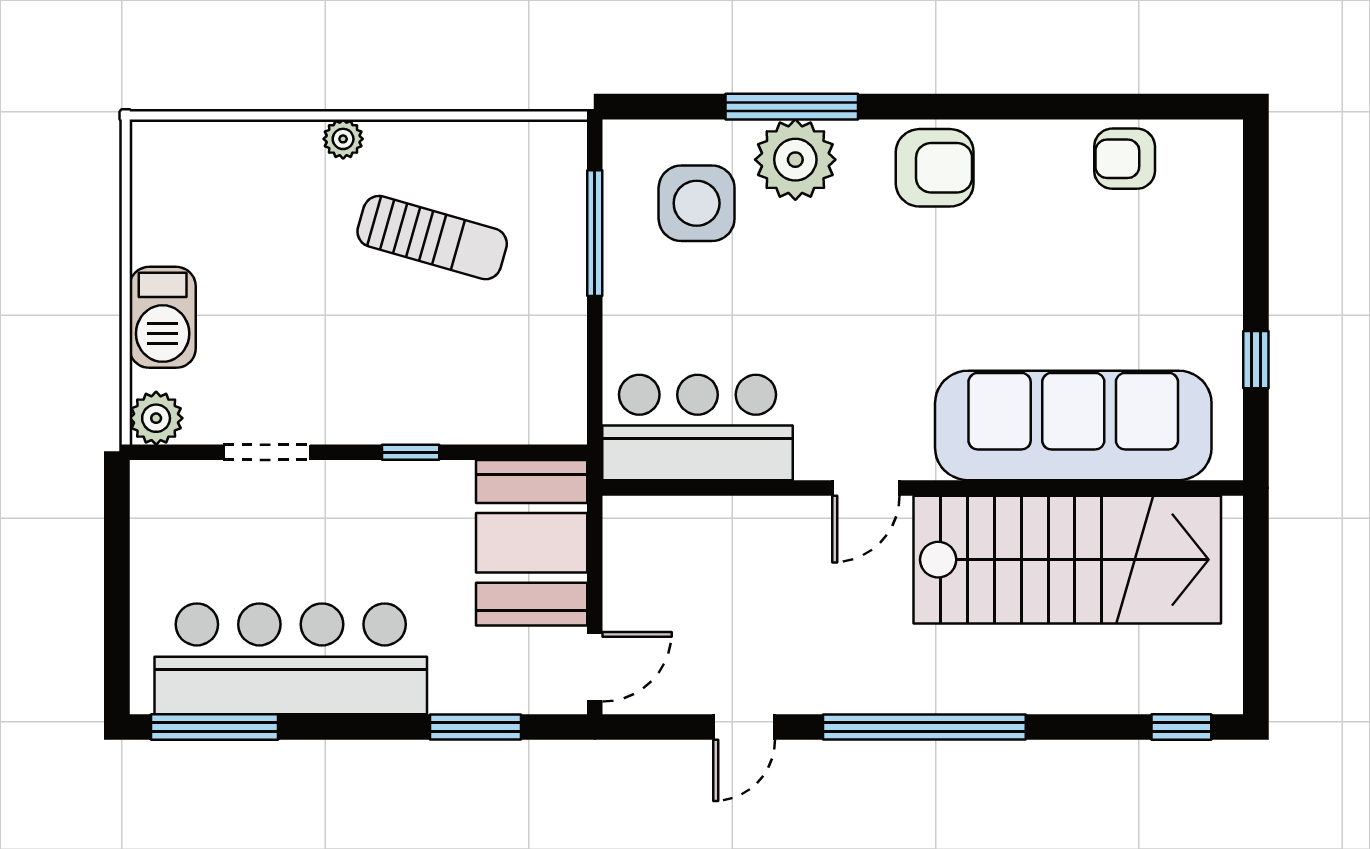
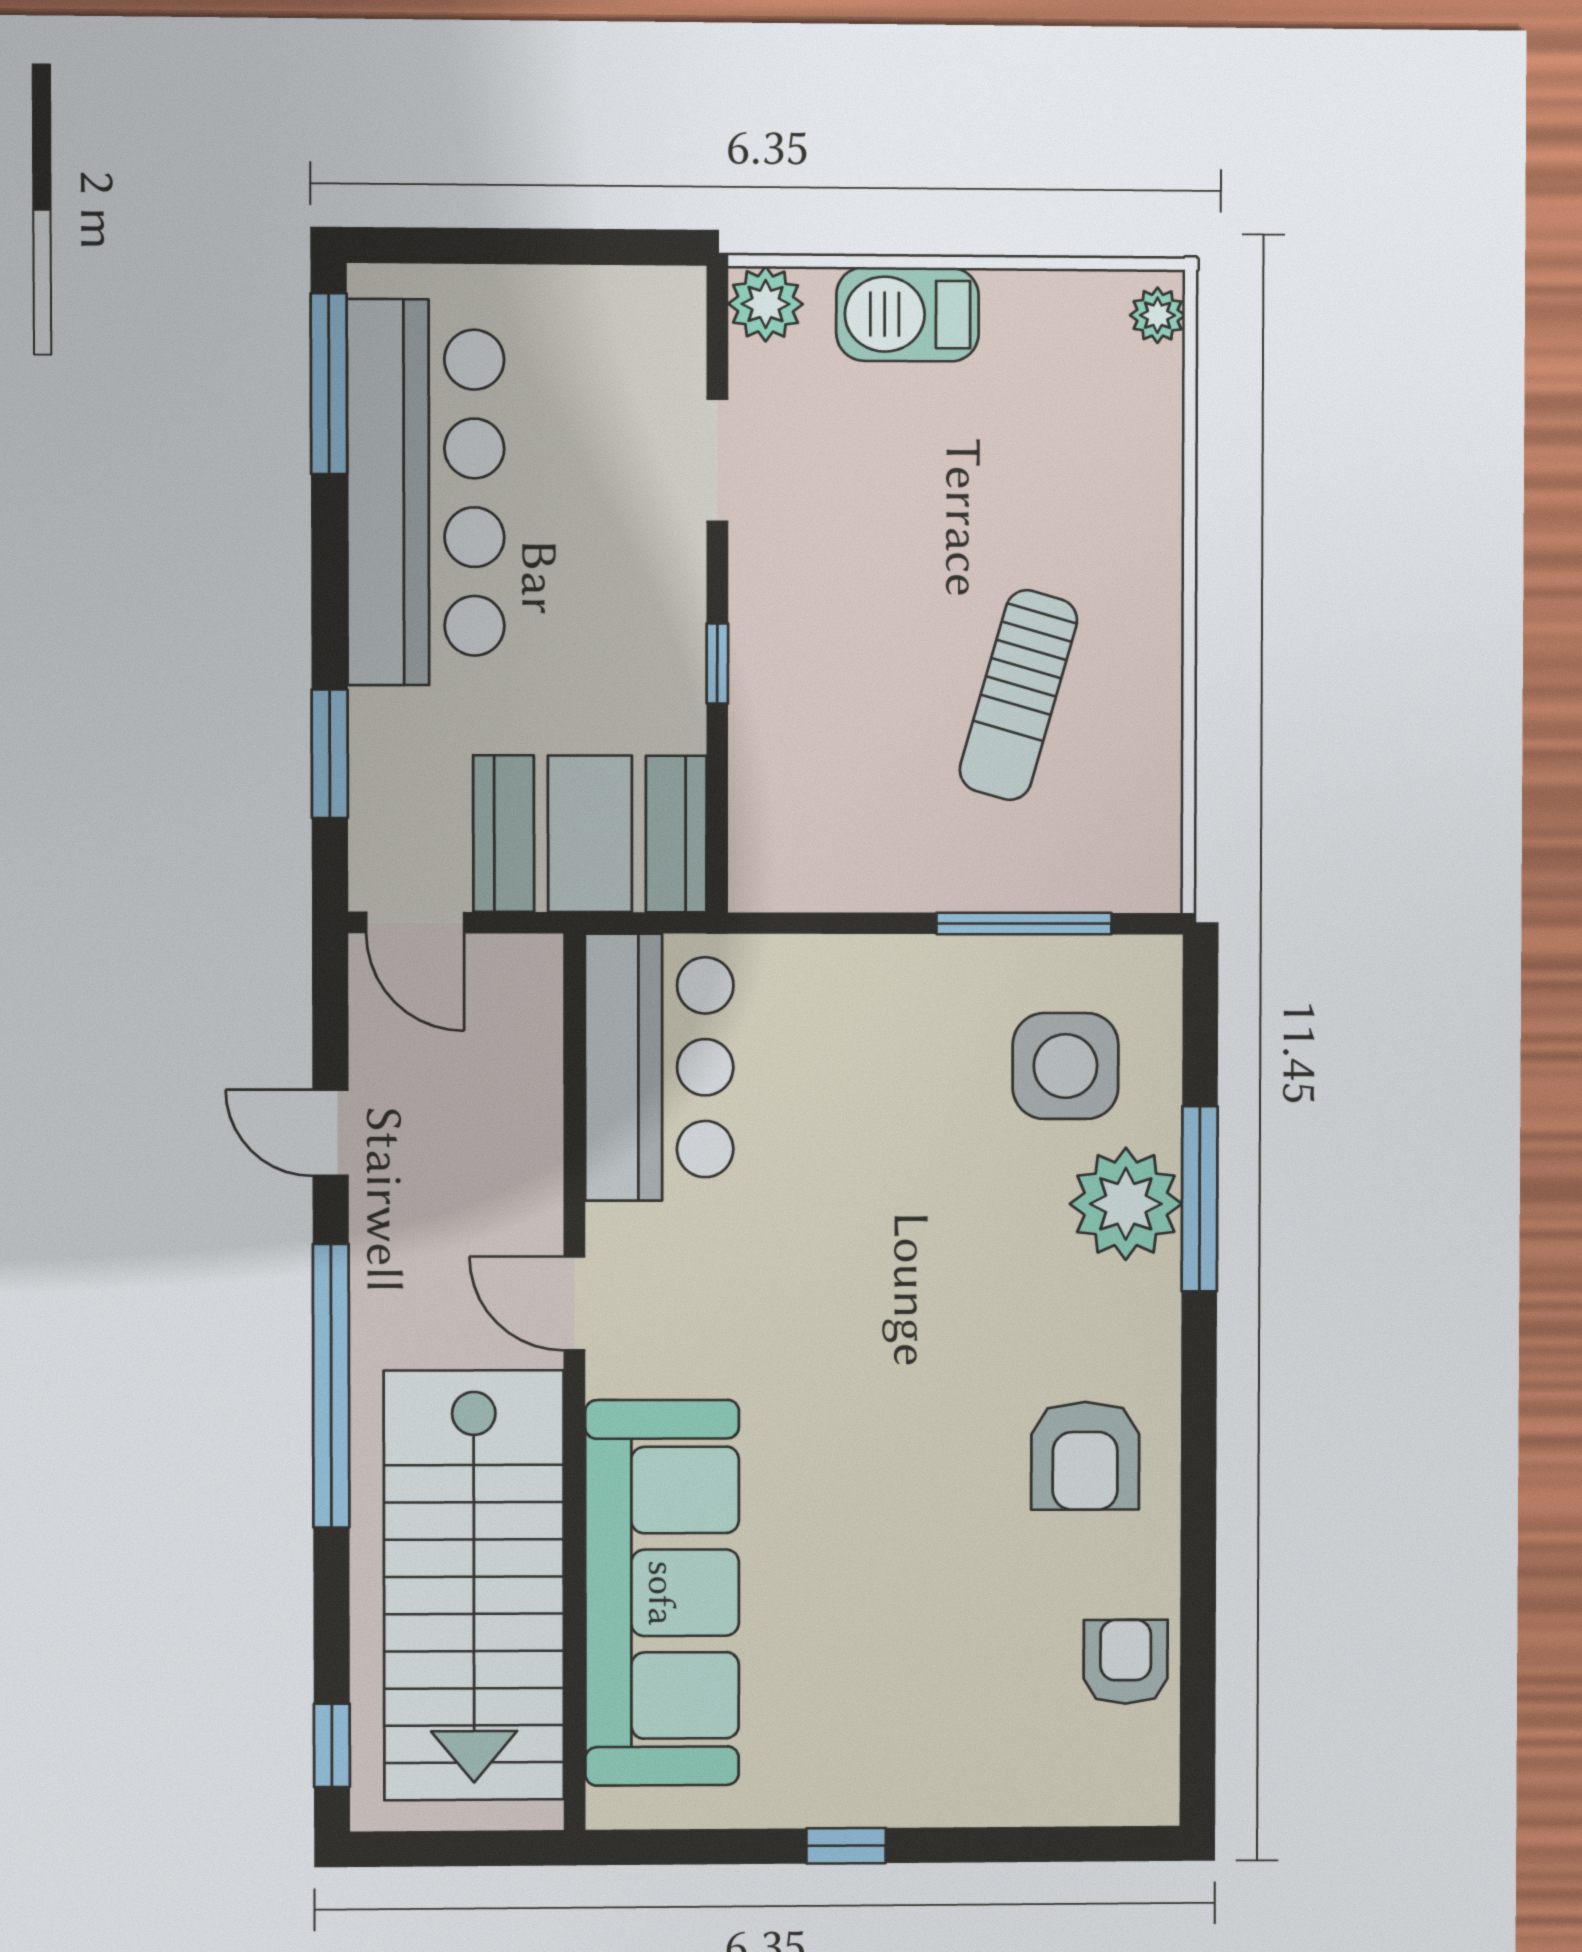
plant: (343, 139) -> (1158, 315), moved
armchair: (935, 168) -> (1085, 1456), moved
sofa: (1073, 425) -> (662, 1593), moved
bar counter: (698, 427) -> (659, 1067), moved
door: (866, 488) -> (574, 1303), moved
wall: (923, 488) -> (574, 1383), moved
stairs: (1067, 560) -> (474, 1585), moved

